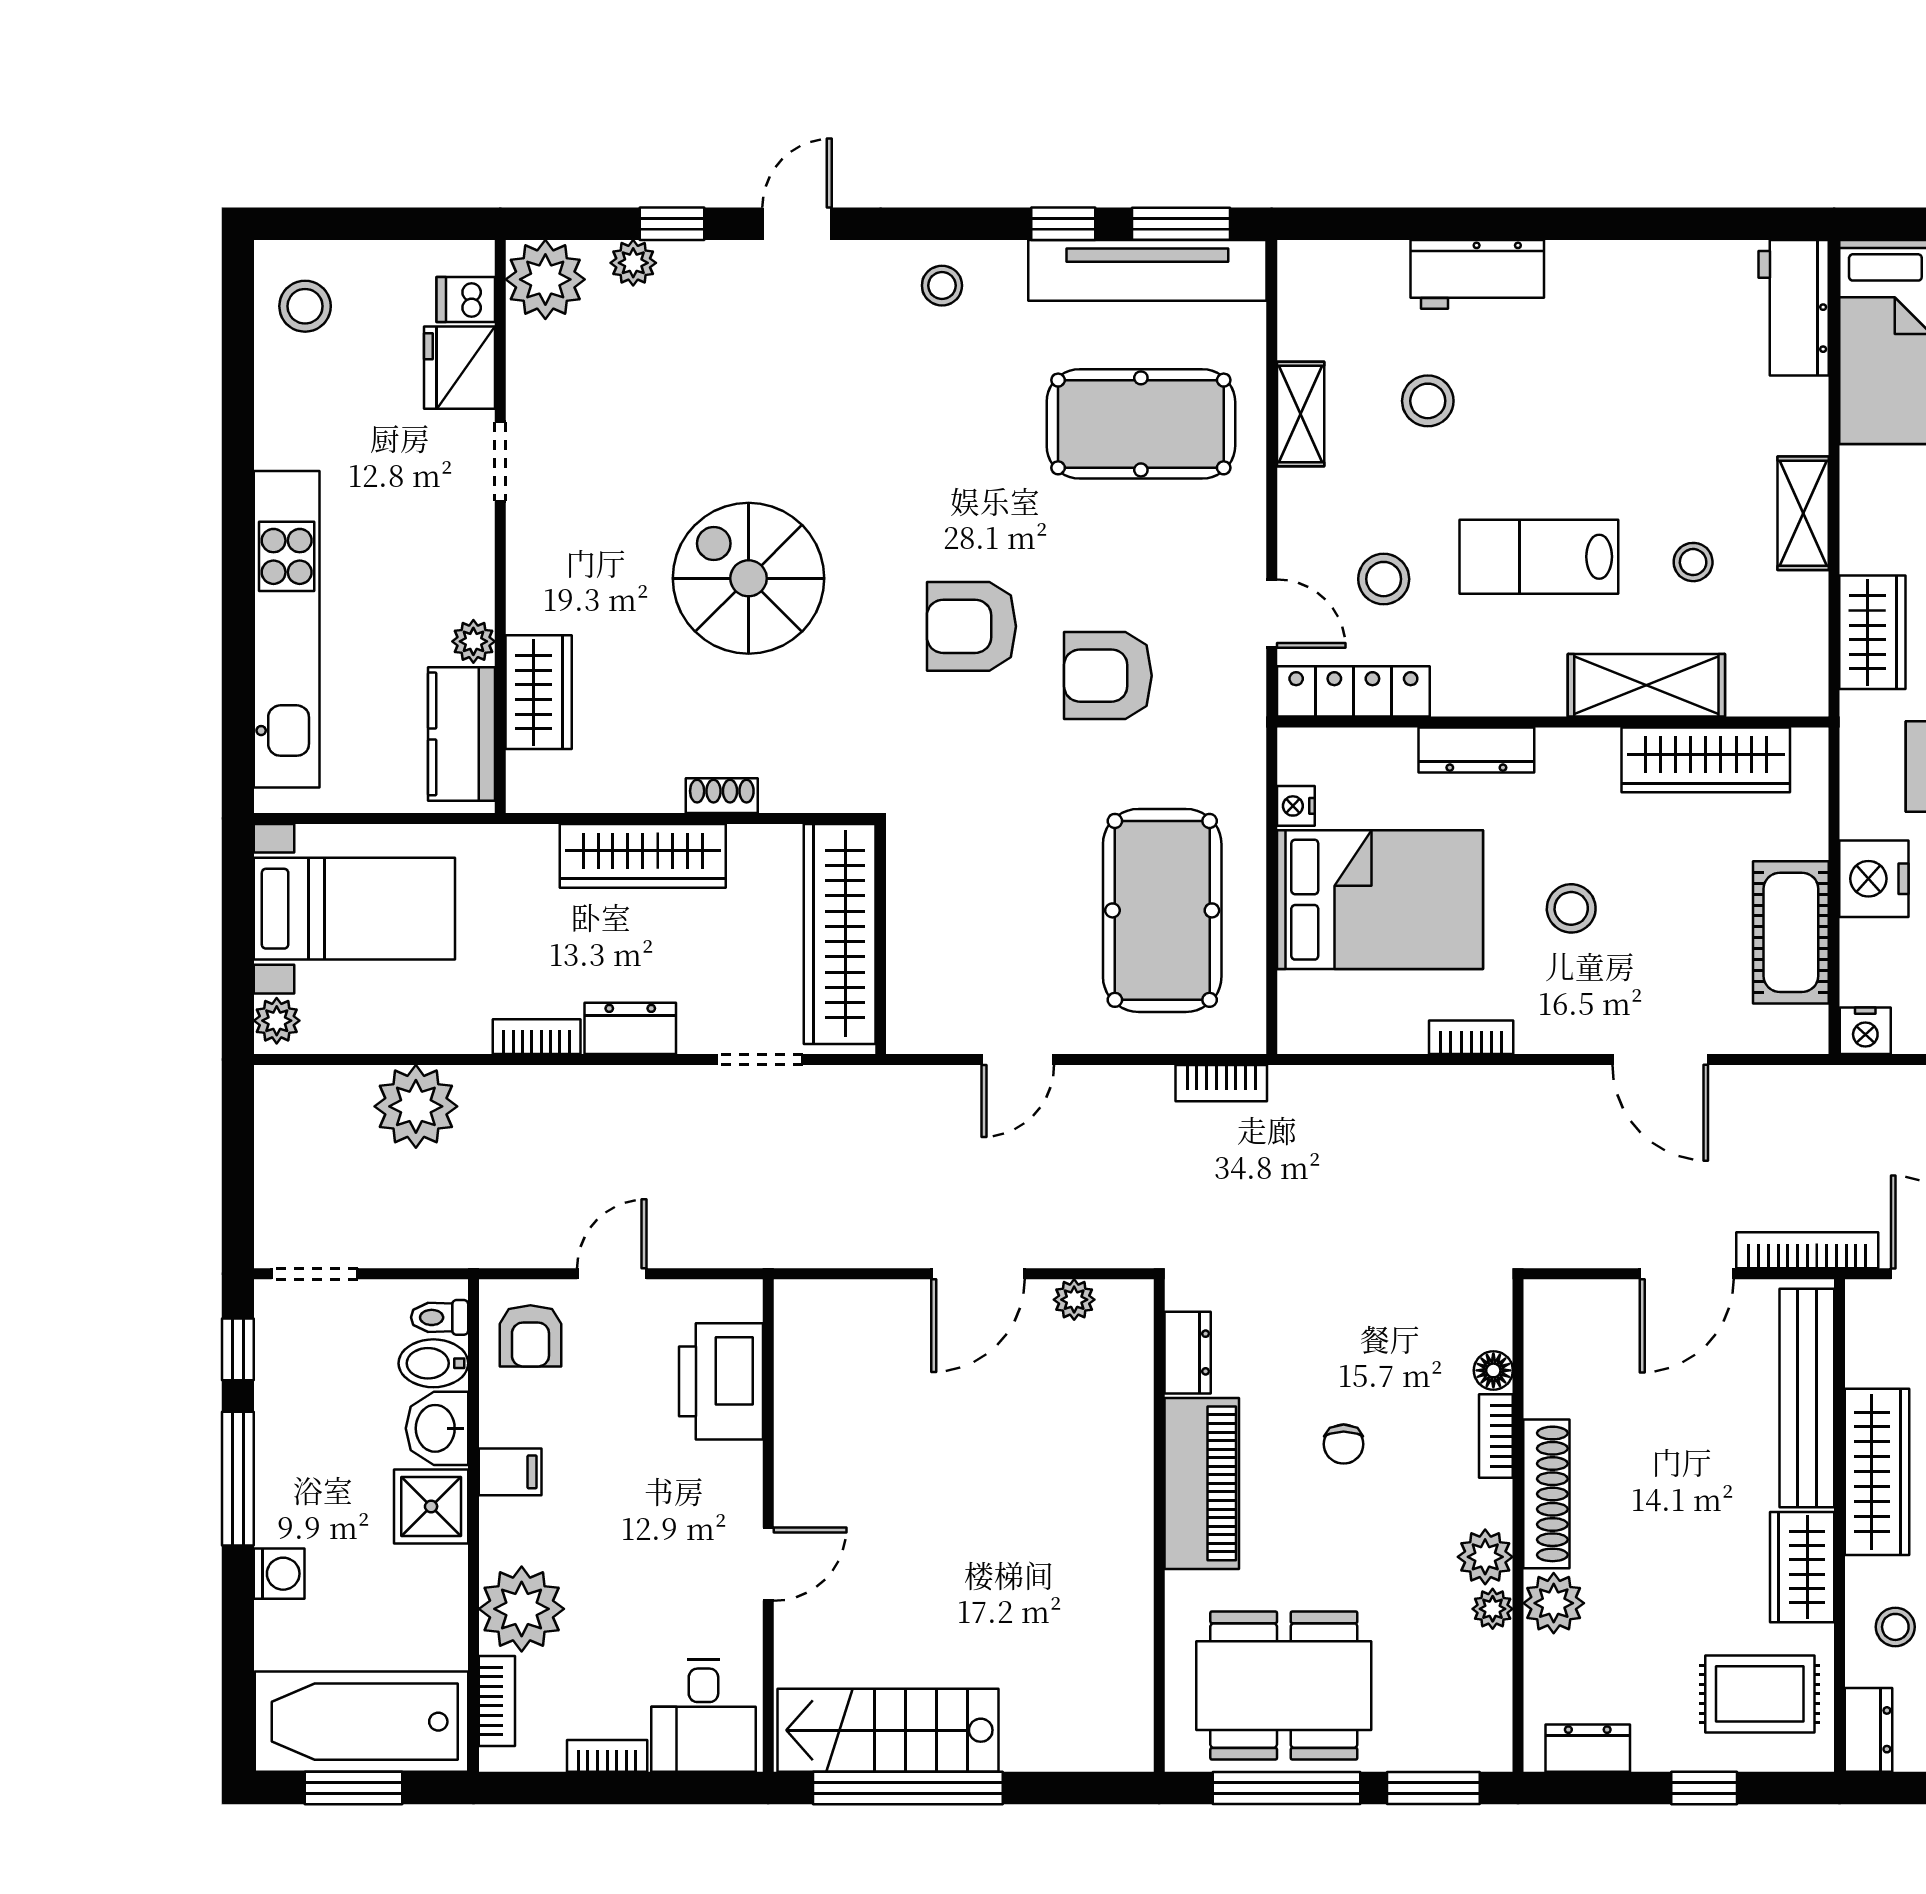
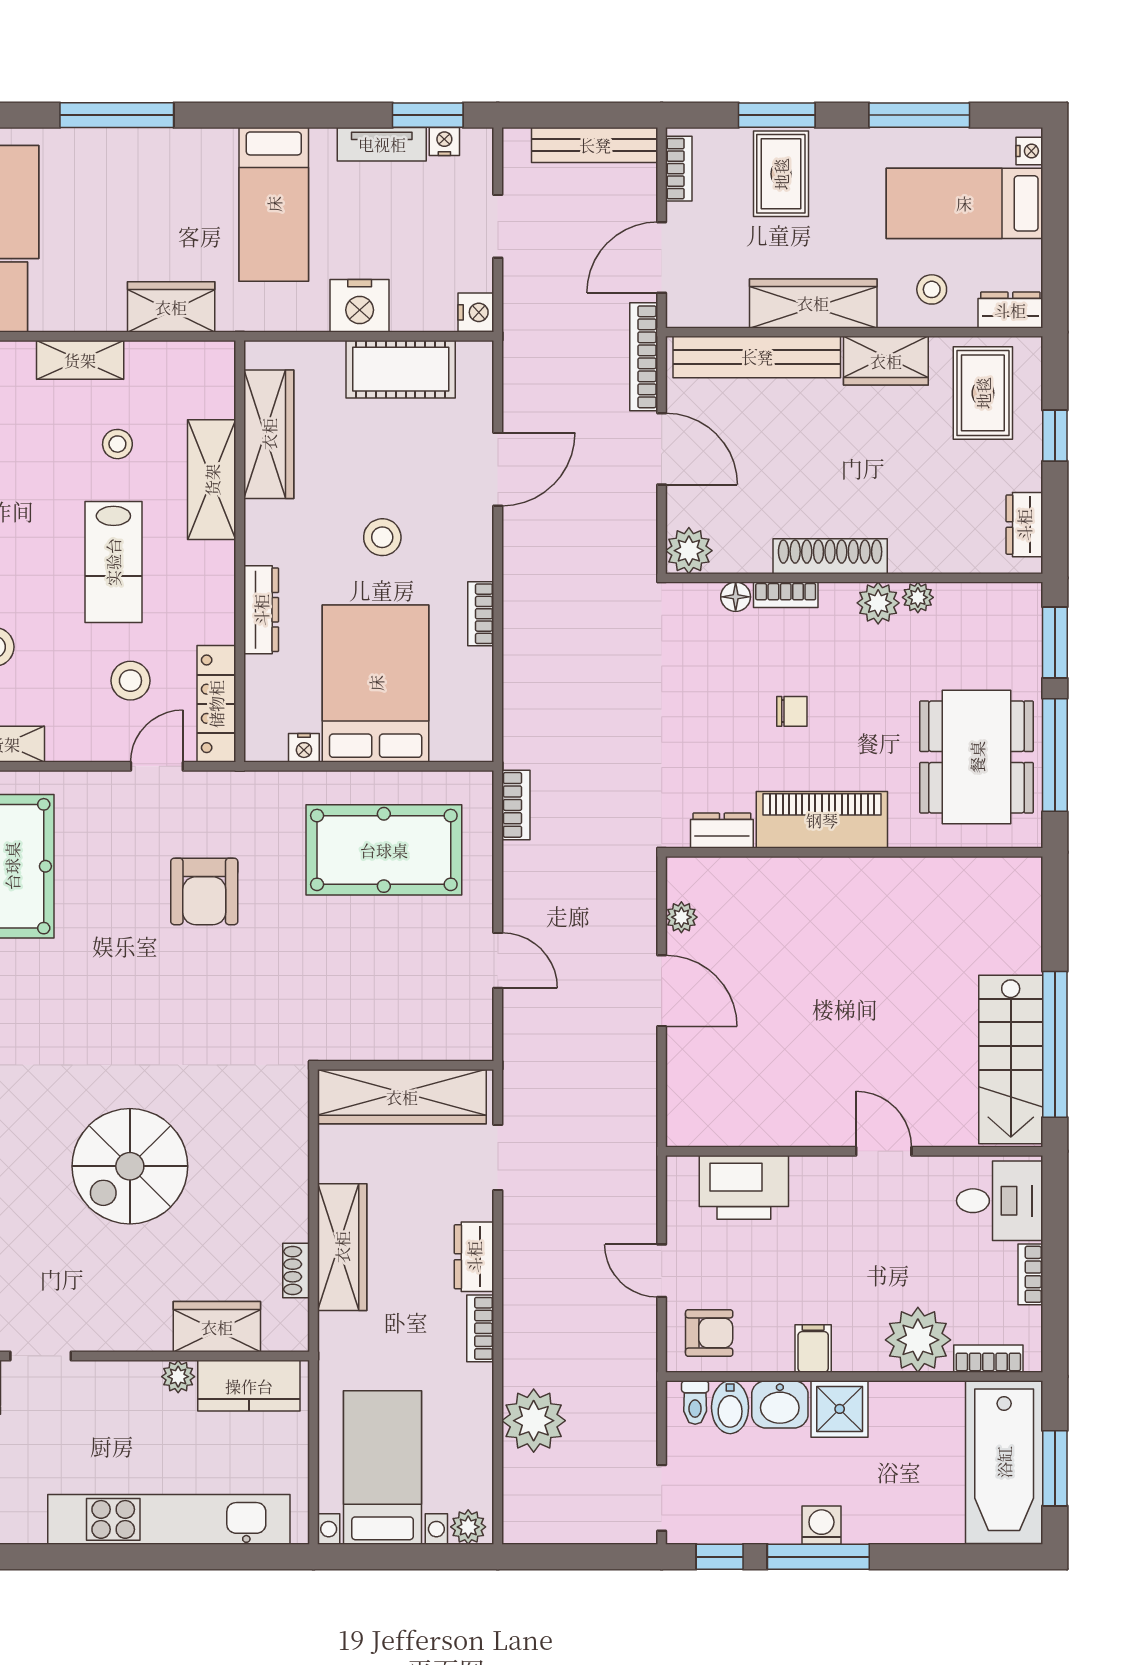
armchair: (971, 626) -> (167, 996), removed
shoe rack: (722, 796) -> (296, 1270), moved
washing machine: (279, 1574) -> (821, 1525), moved
plant: (1554, 1603) -> (689, 551), moved

